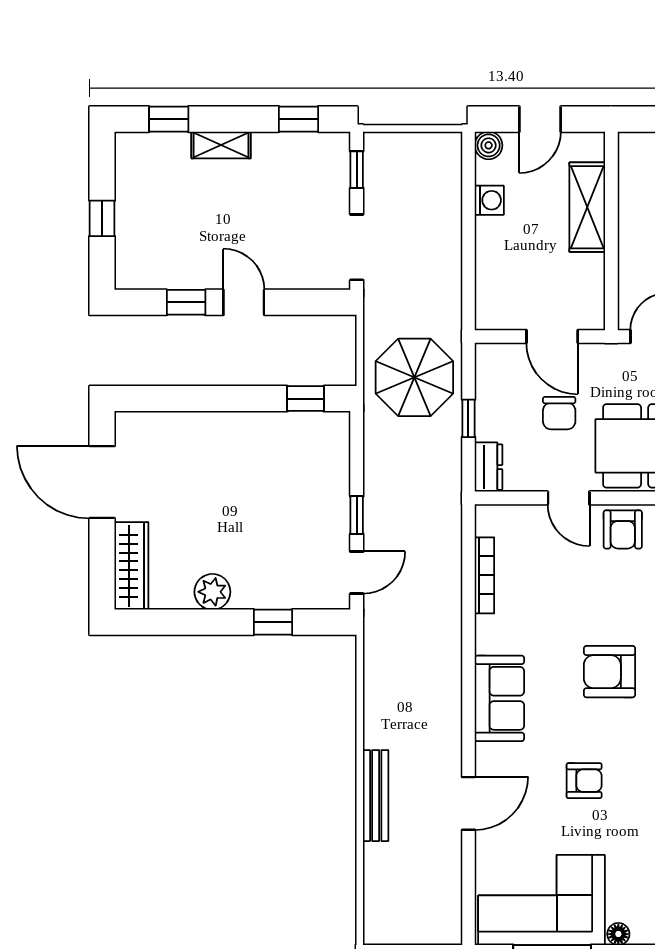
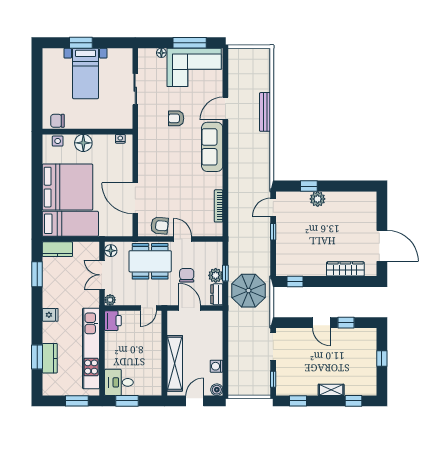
shelving: (587, 207) -> (175, 363), width x1.47
plant: (492, 413) -> (216, 275), added
dresser: (489, 467) -> (217, 294), moved
armchair: (623, 529) -> (159, 226), turned 95
wardrobe: (131, 566) -> (345, 269), moved, turned 90
plant: (212, 592) -> (318, 199), moved
armchair: (610, 672) -> (165, 165), removed
sofa: (499, 698) -> (212, 147), width x1.36

